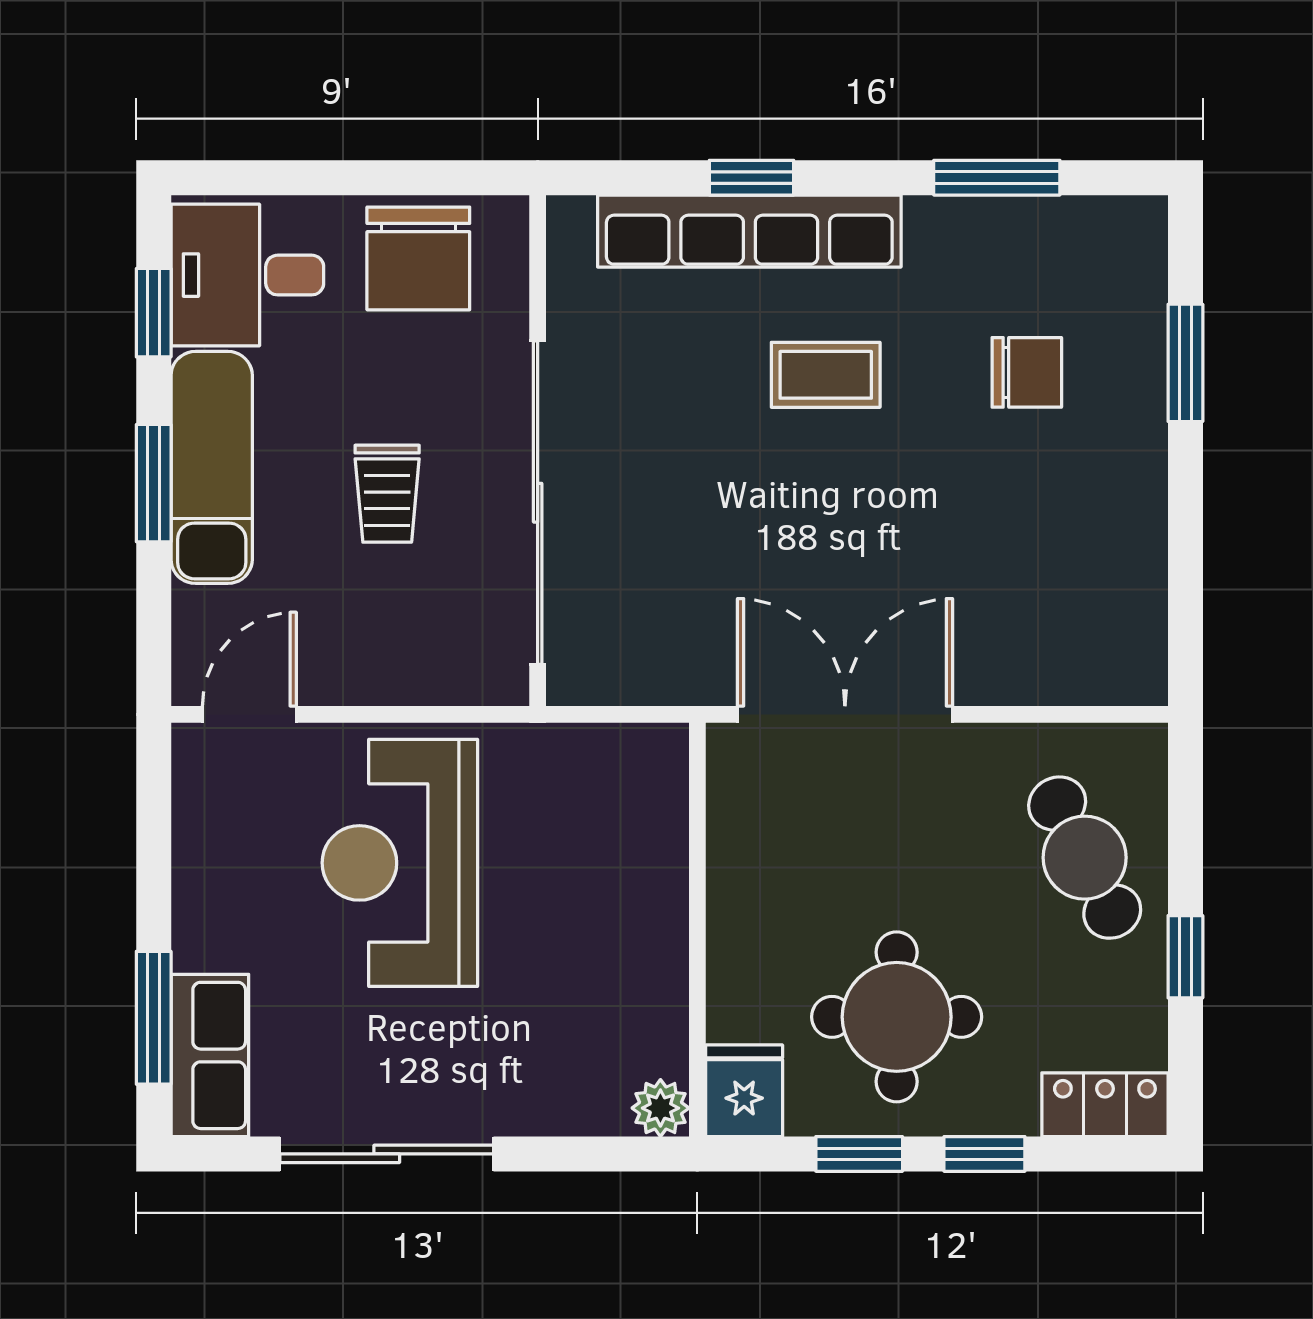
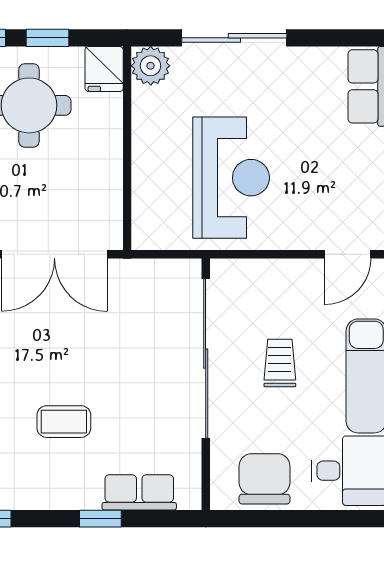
row of seats: (749, 231) -> (139, 492), width x0.50
reception desk: (400, 863) -> (231, 178), moved
plant: (660, 1108) -> (151, 66), width x1.38, depth x1.38
sliding door: (387, 1154) -> (234, 38), moved

